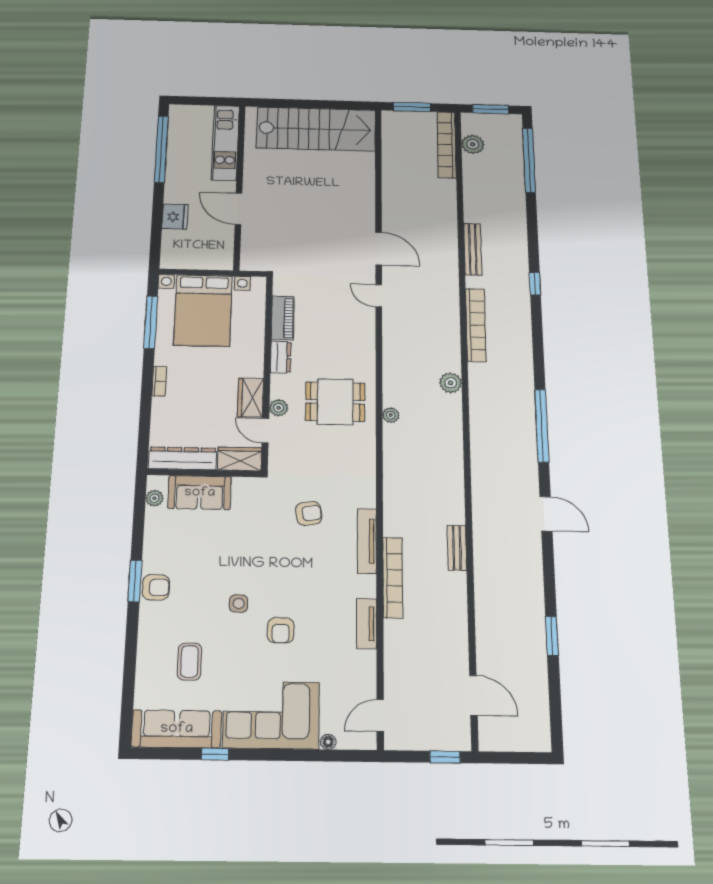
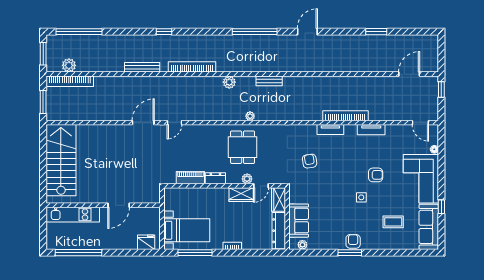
fridge: (175, 217) -> (146, 242), moved
bed with nightstands: (203, 310) -> (187, 230), width x0.73
tv unit: (367, 541) -> (330, 130), width x0.71
bench: (457, 548) -> (269, 81), moved

